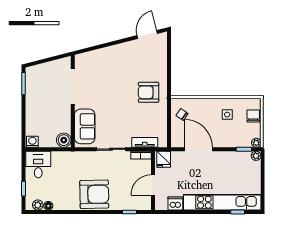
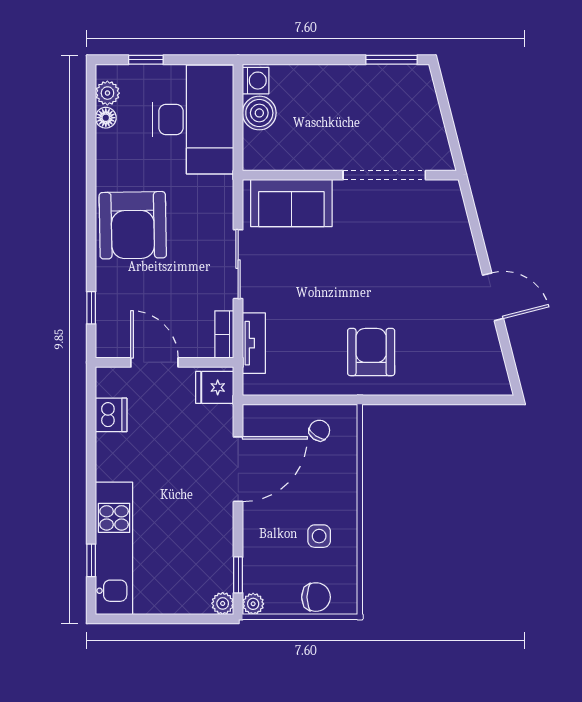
door: (147, 34) -> (493, 297), moved
boiler: (64, 140) -> (259, 113), moved
desk: (38, 164) -> (193, 120), width x1.87, depth x1.30
kitchen unit: (222, 202) -> (114, 548), width x0.73

